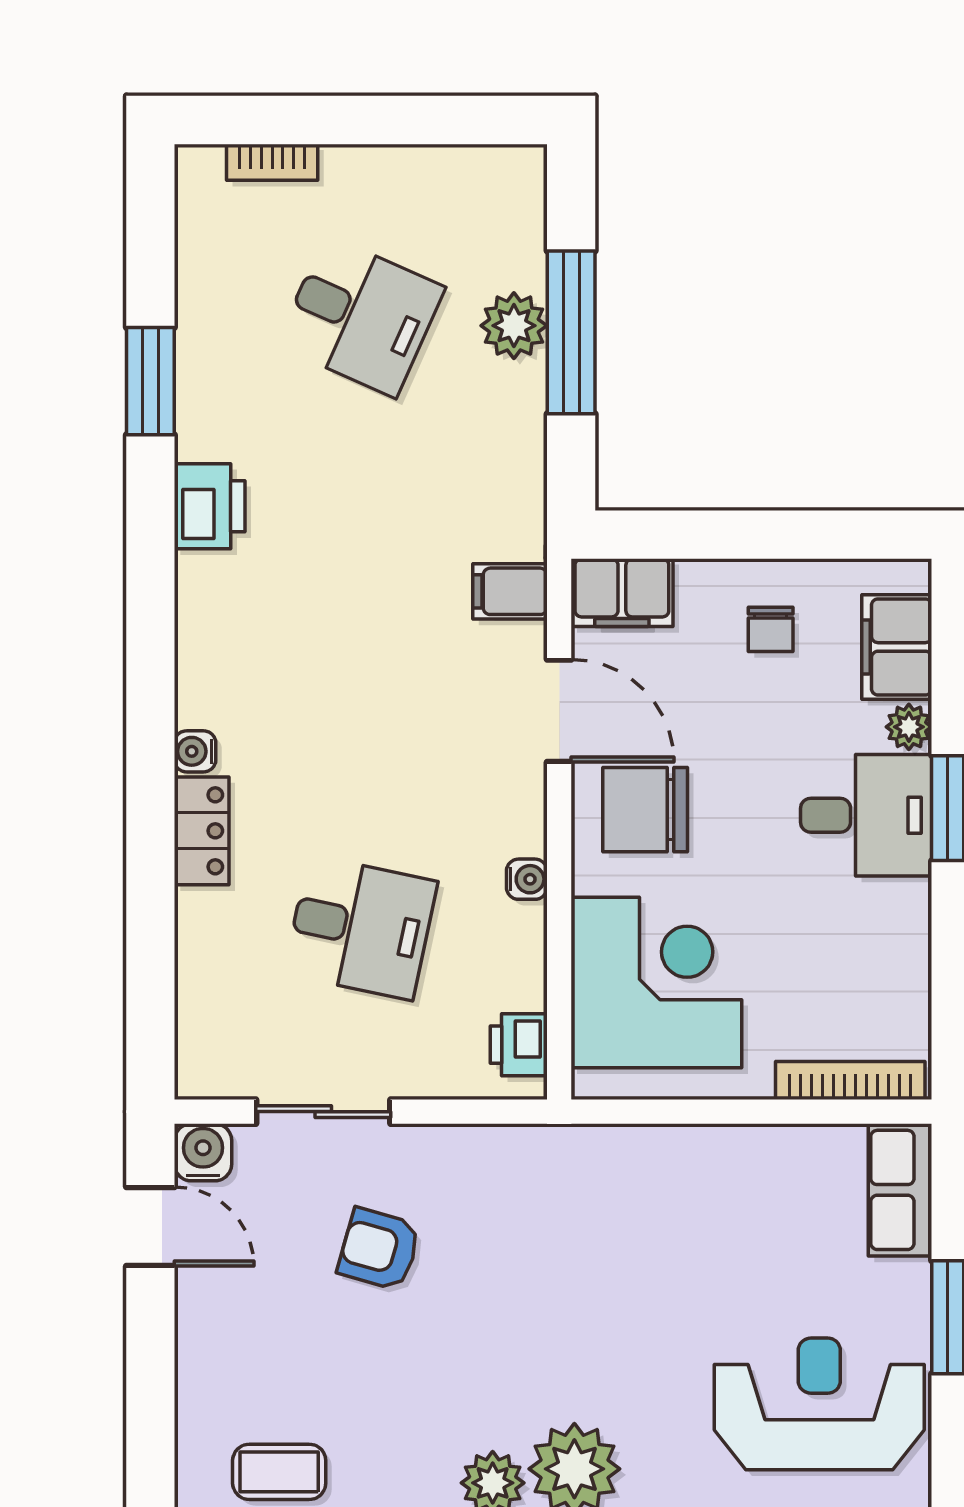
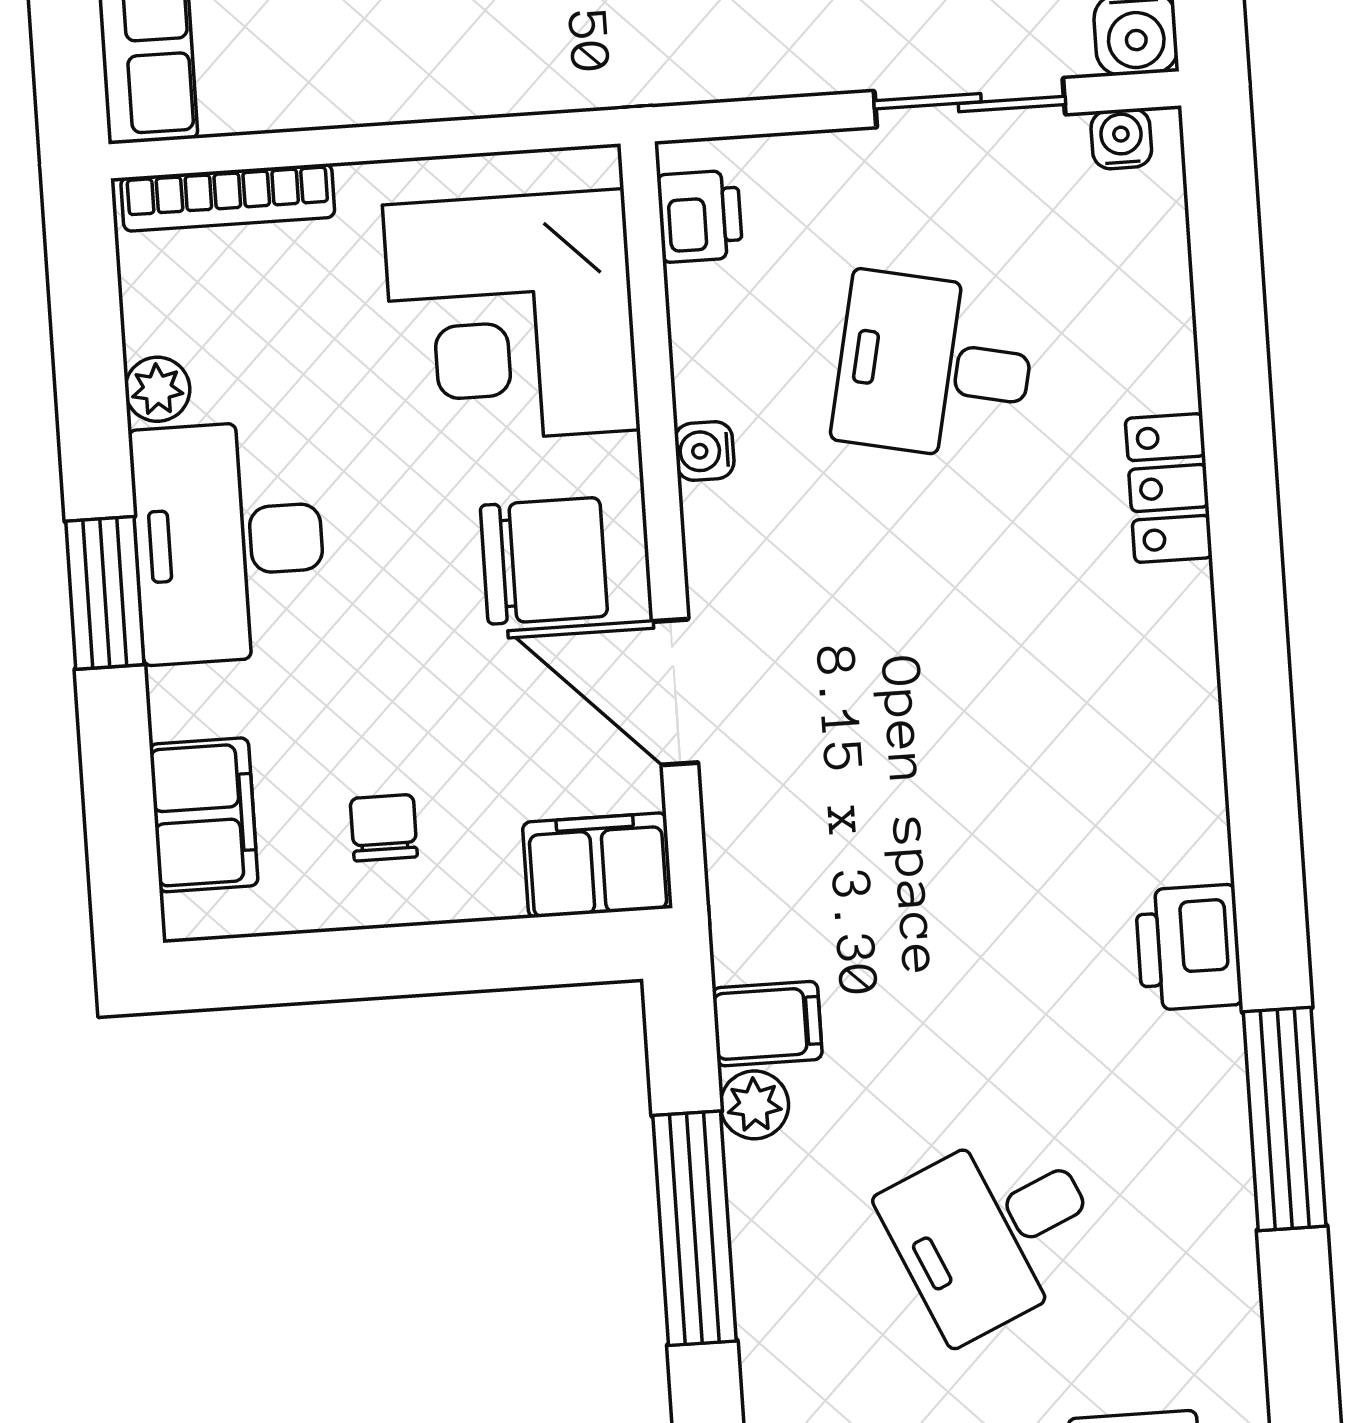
desk: (361, 316) -> (993, 1231), turned -48
plant: (514, 326) -> (754, 1105), moved, width x0.73, depth x0.73
window: (150, 381) -> (1285, 1119), width x1.44
filing cabinet: (510, 591) -> (767, 1024), moved
plant: (909, 727) -> (157, 389), moved
water cooler: (195, 751) -> (1121, 139), moved, turned -90
desk: (866, 815) -> (229, 542), width x1.37

